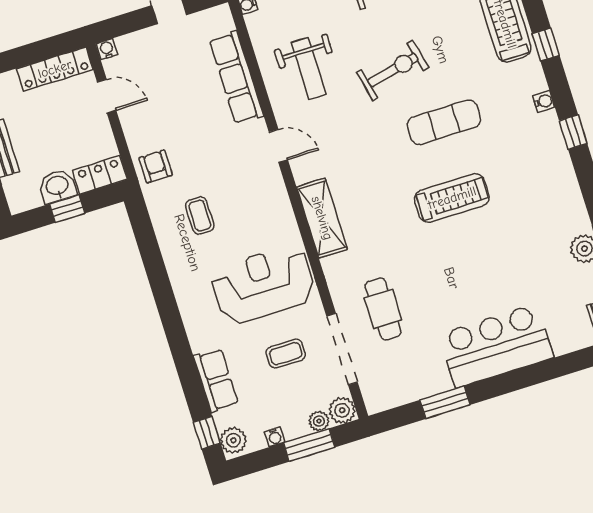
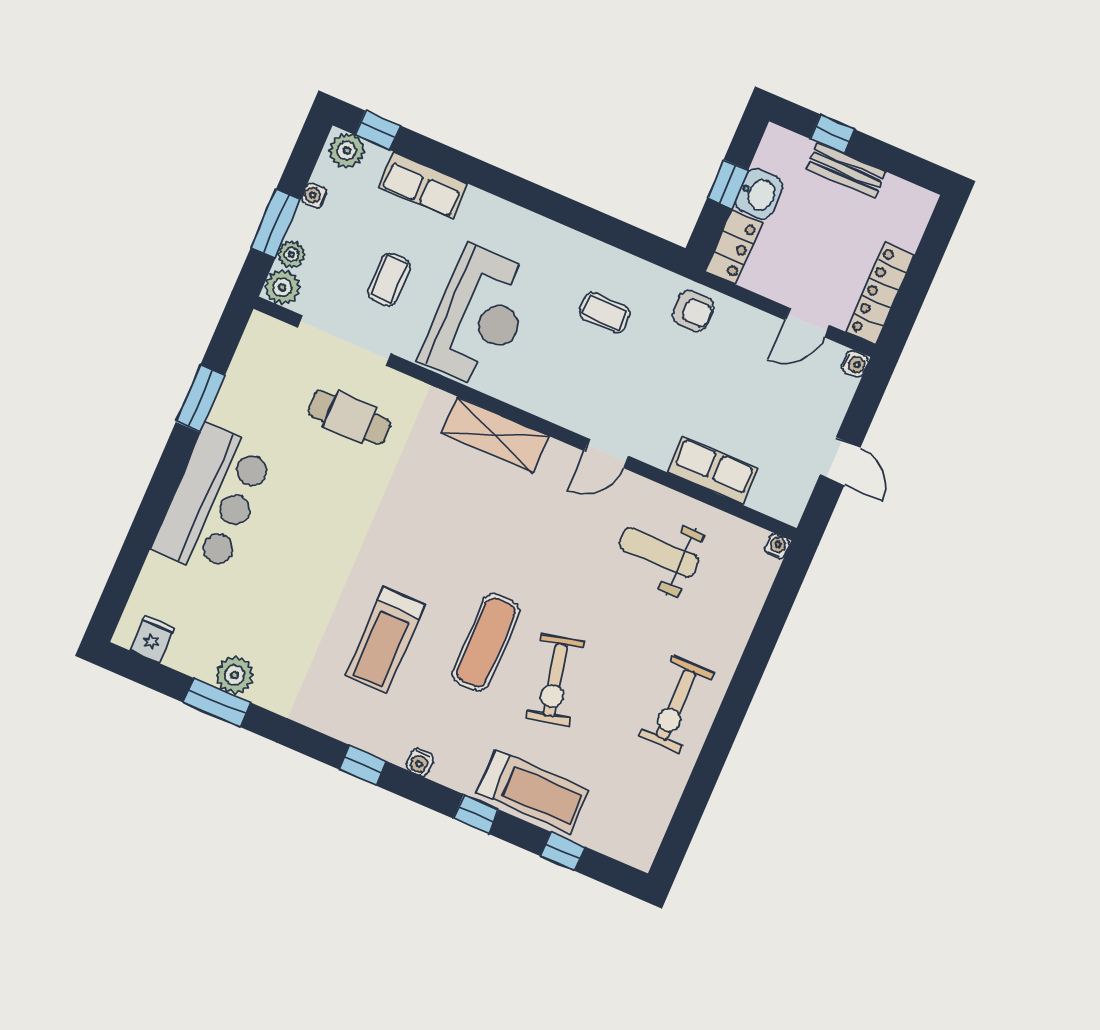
exercise bike: (393, 70) -> (555, 680), moved
row of seats: (236, 78) -> (713, 471), width x0.68
treadmill: (452, 198) -> (385, 640), moved

